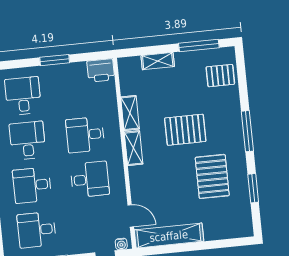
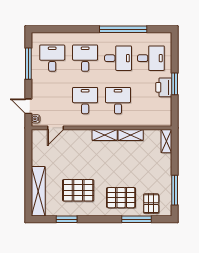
shelving: (158, 61) -> (166, 141), moved
printer: (101, 70) -> (164, 87), moved
pallet: (185, 130) -> (121, 198), moved, turned 90
window: (247, 131) -> (136, 219), moved
desk: (90, 179) -> (85, 101), turned 180
shelving: (169, 236) -> (38, 191), moved

